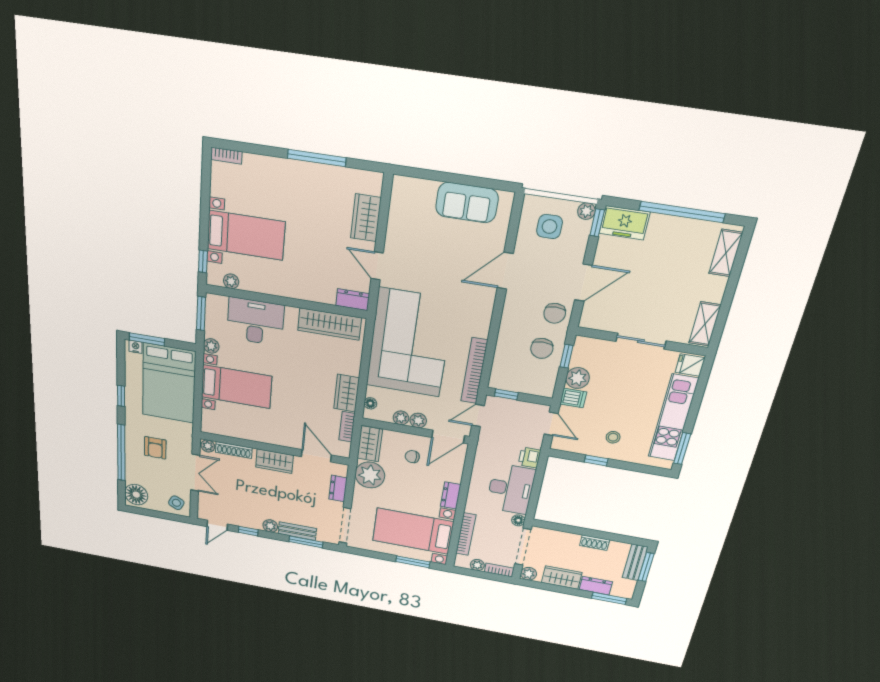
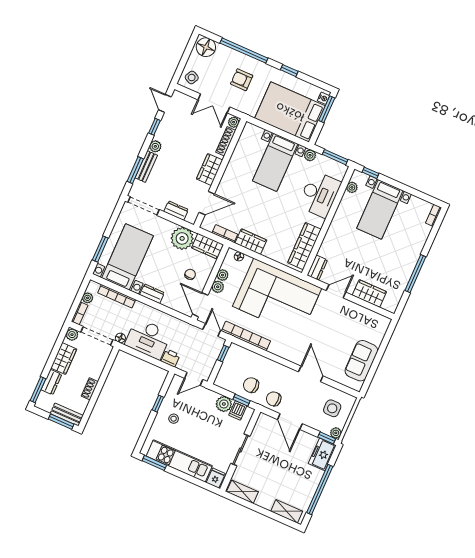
dishwasher: (573, 398) -> (238, 410), moved

